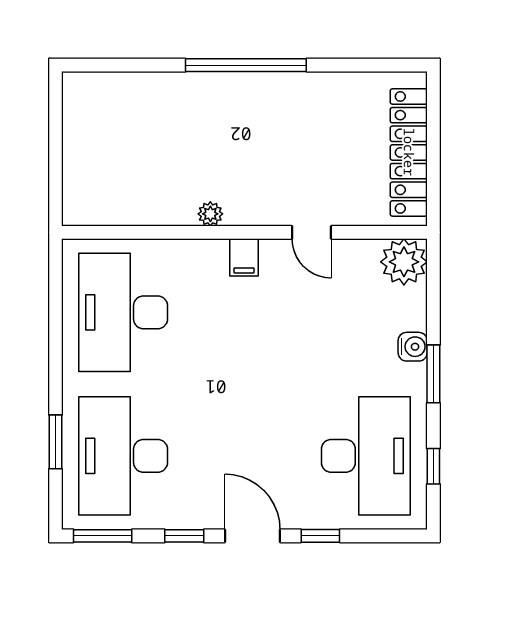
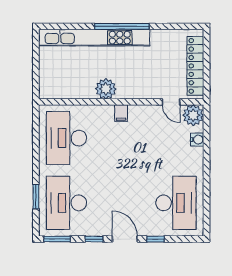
kitchen unit: (185, 90) -> (94, 38), added
plant: (210, 214) -> (106, 89), width x1.87, depth x1.87
door: (312, 232) -> (171, 102), moved
water cooler: (413, 347) -> (197, 140), moved
window: (433, 374) -> (207, 166), removed
window: (433, 466) -> (207, 208), removed

